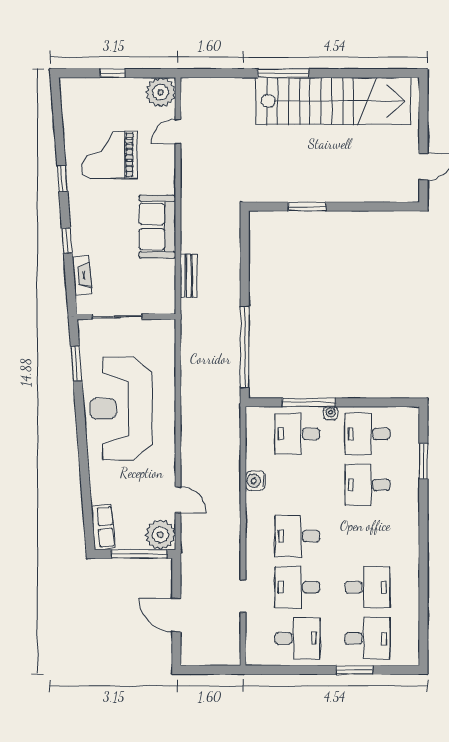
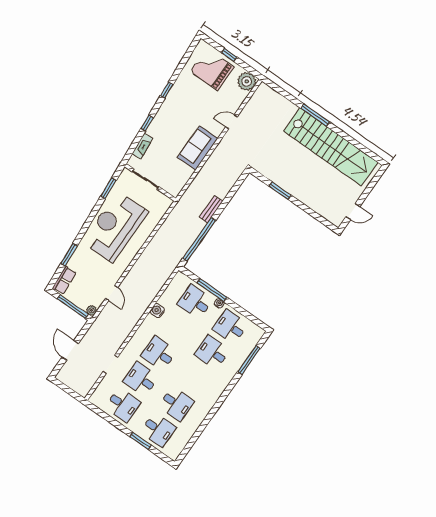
door: (178, 132) -> (231, 122), moved
grand piano: (109, 155) -> (212, 69), moved
bench: (189, 276) -> (211, 209), moved
window: (423, 461) -> (249, 360), width x1.44
window: (86, 488) -> (69, 255), added
plant: (160, 535) -> (91, 310), width x0.53, depth x0.53

